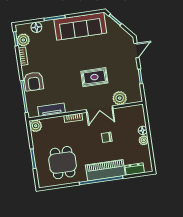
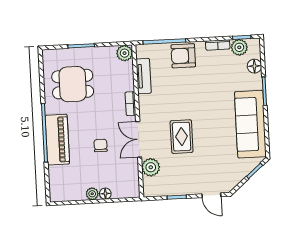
dresser: (135, 169) -> (55, 178), removed

